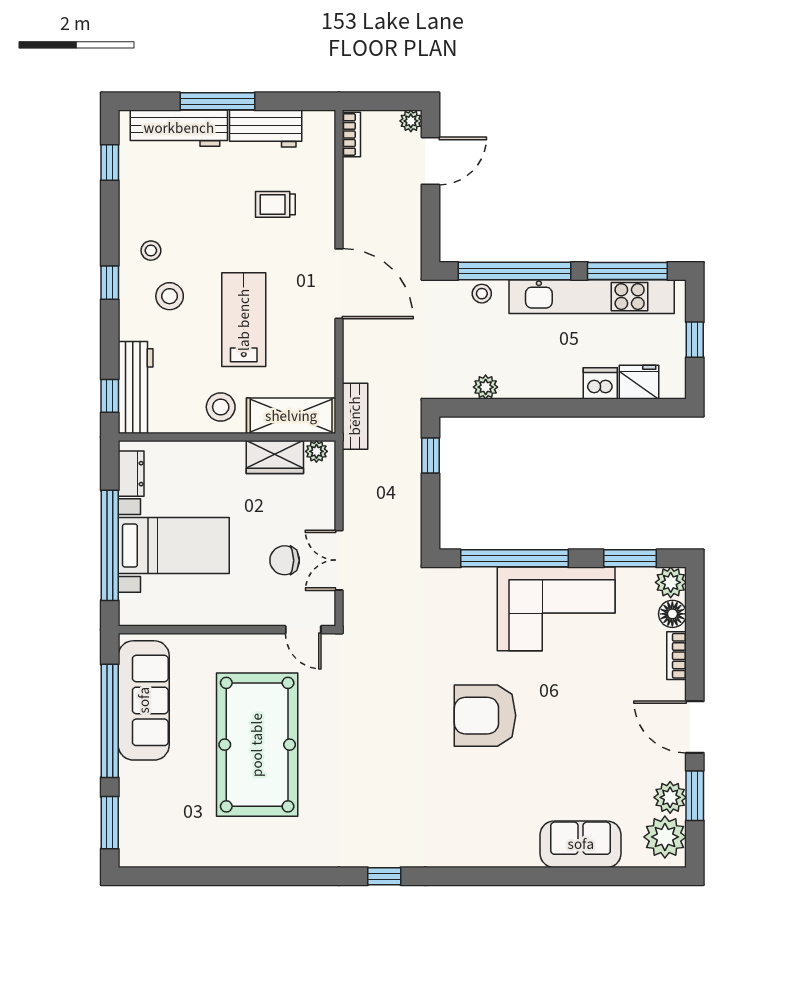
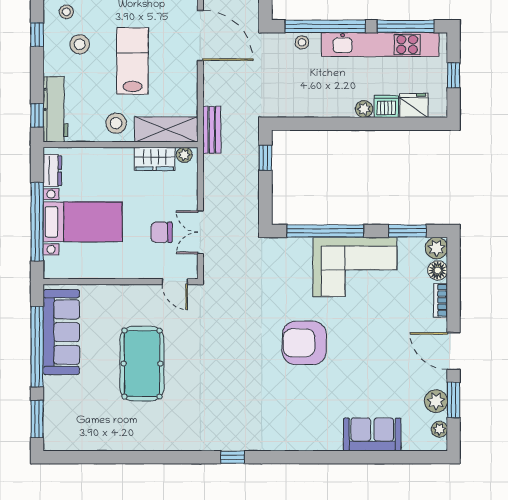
plant: (486, 387) -> (364, 109), moved
pool table: (257, 745) -> (142, 364), width x0.73, depth x0.76
plant: (665, 837) -> (439, 429), width x0.53, depth x0.53

